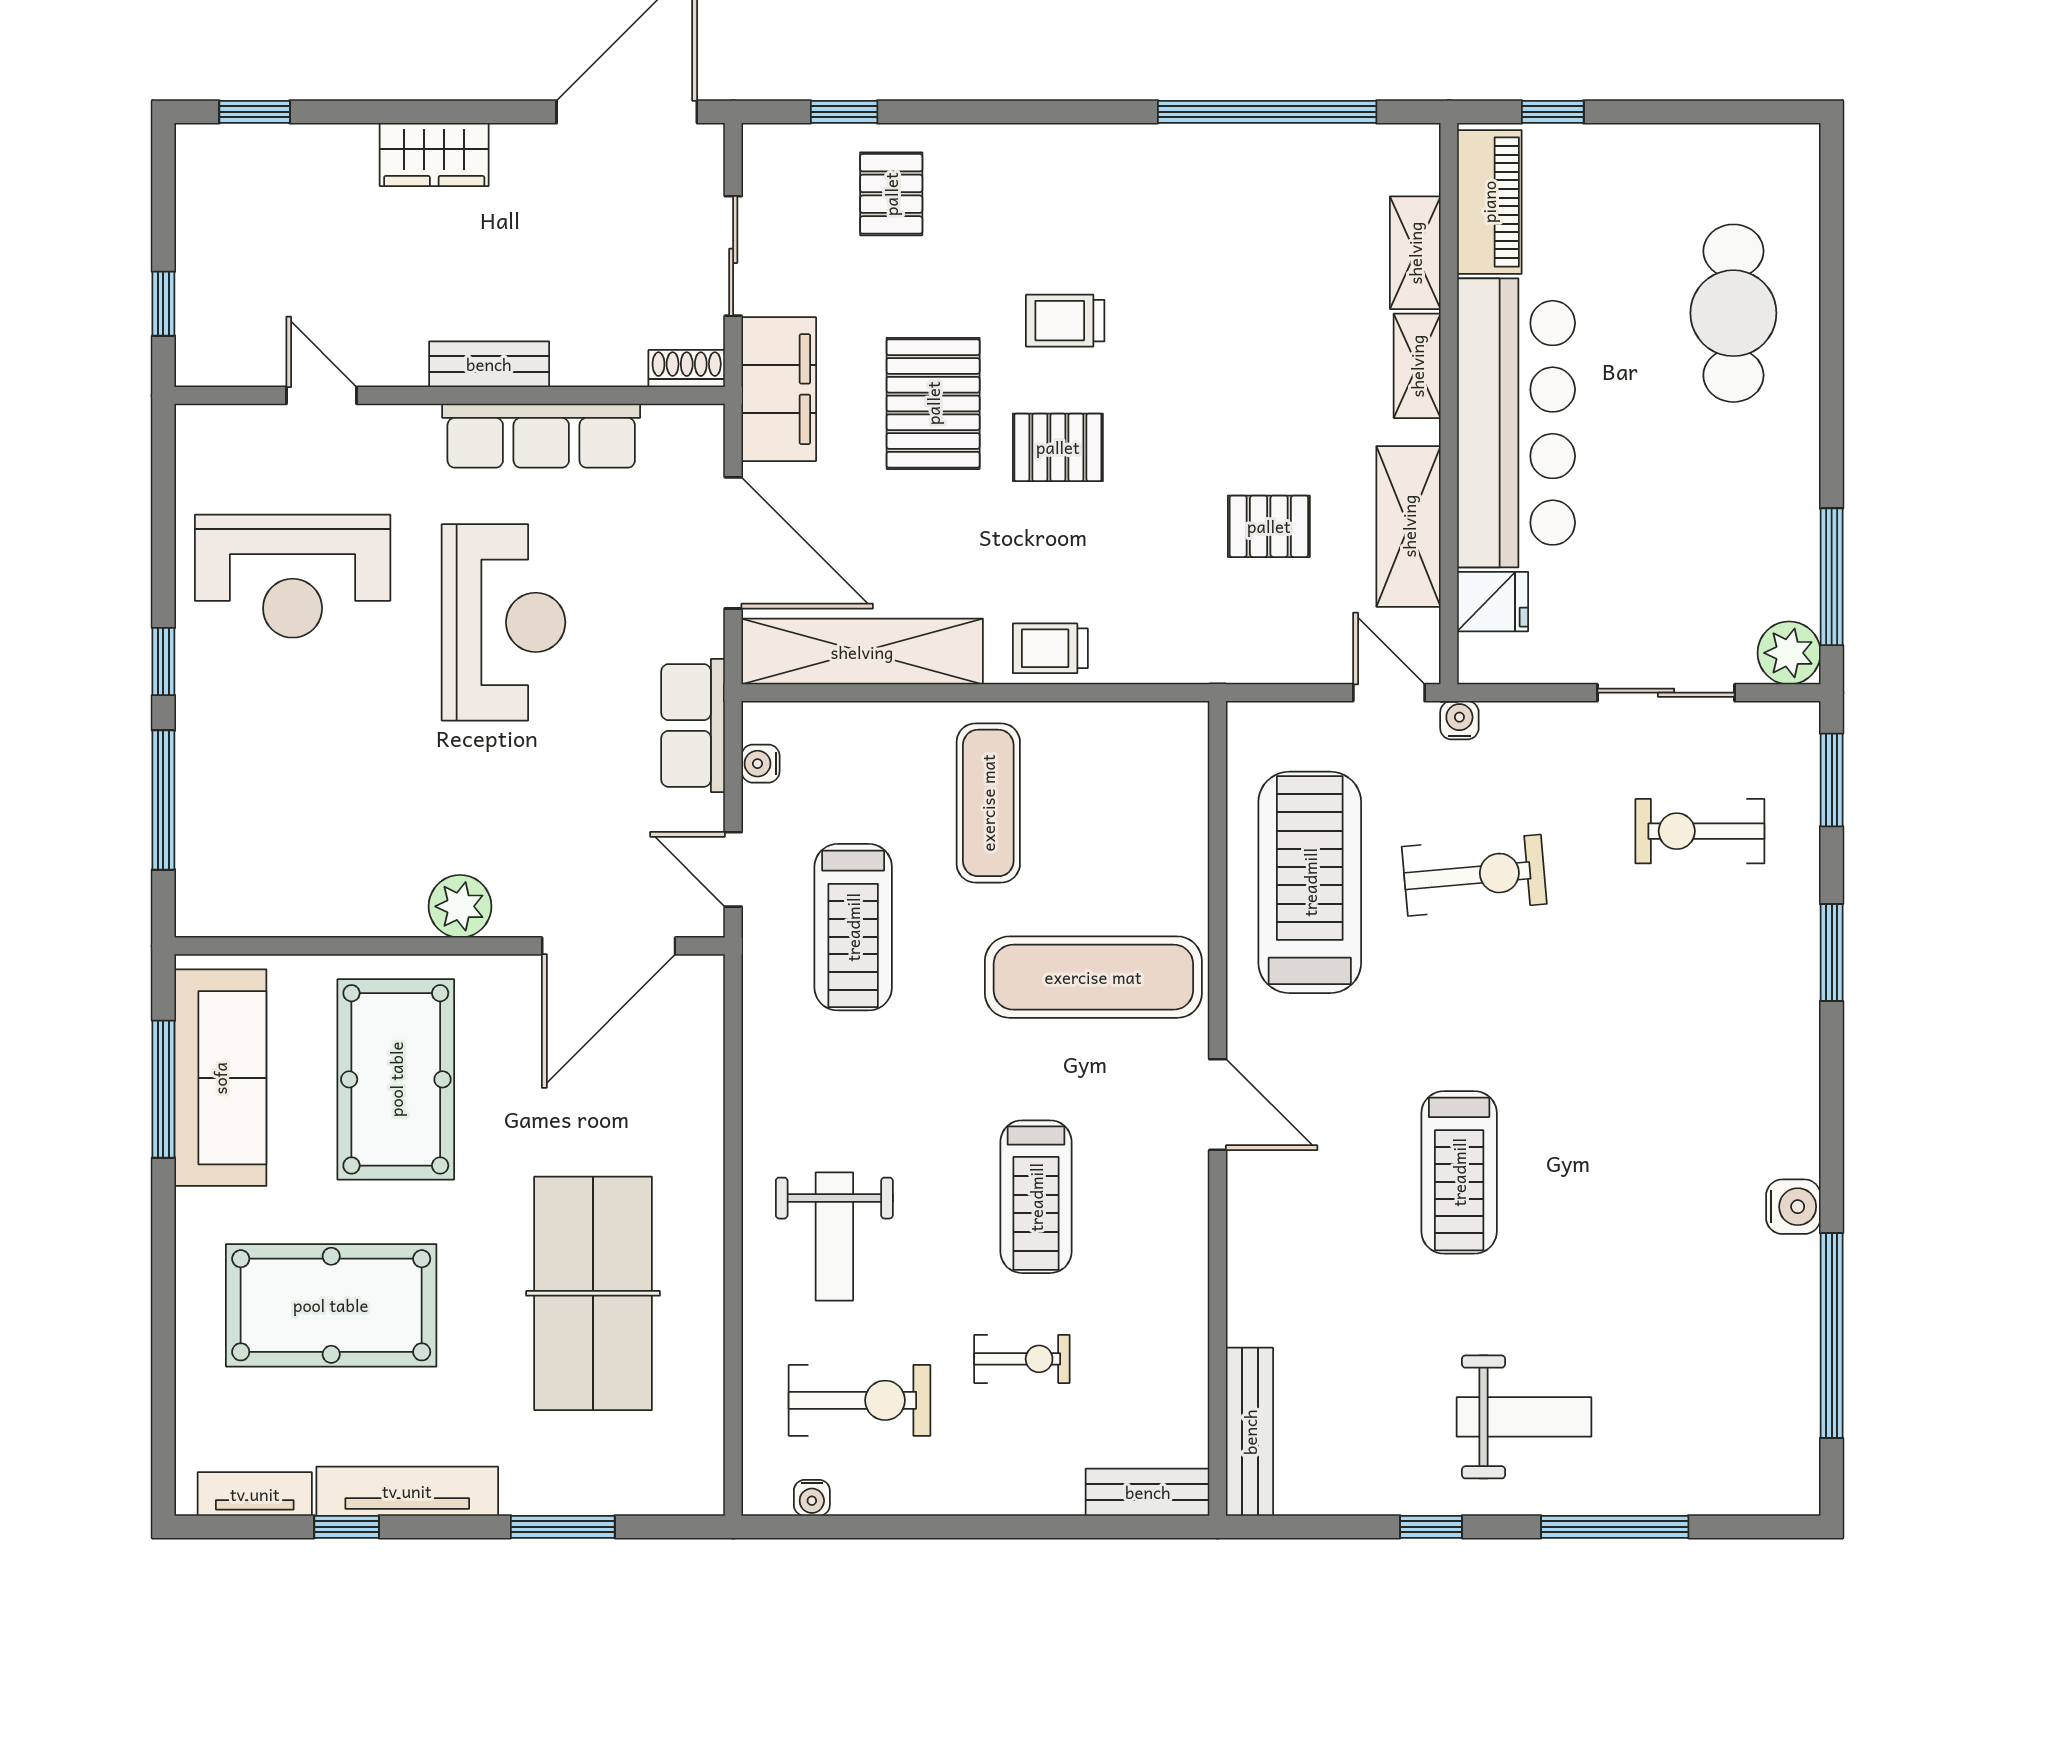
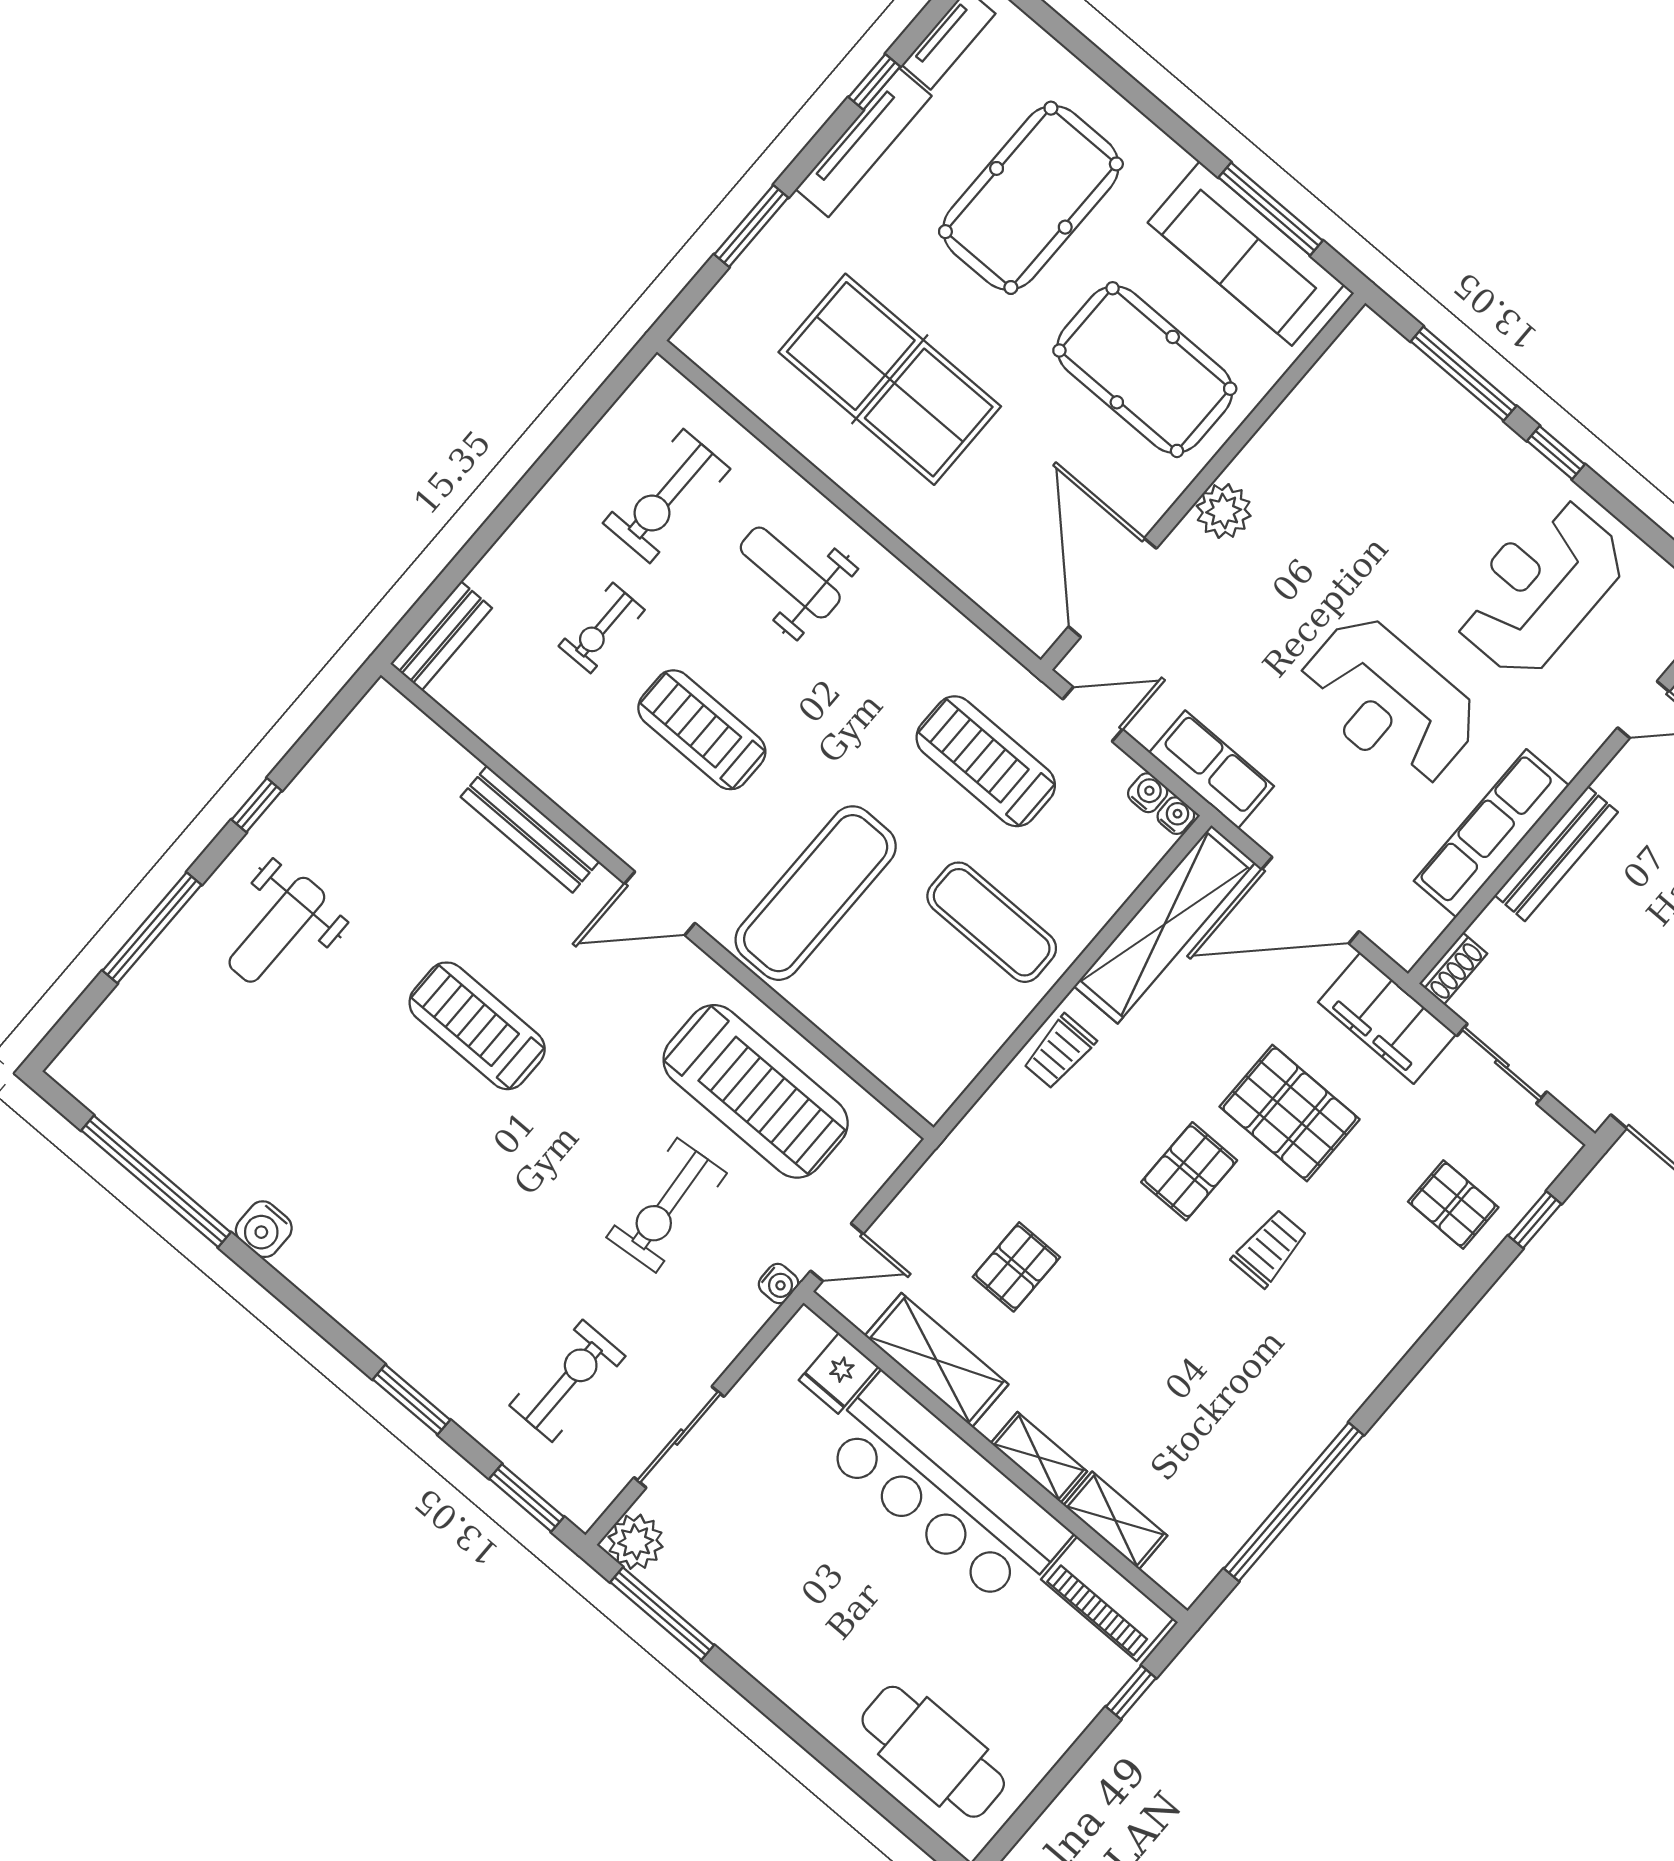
cafe table: (1733, 313) -> (933, 1752), moved
bench: (489, 364) -> (1556, 854), width x1.36
trolley: (1050, 648) -> (1059, 1052), turned 180
bench: (1250, 1432) -> (530, 829), moved
water cooler: (812, 1498) -> (1176, 816), moved, turned 90

